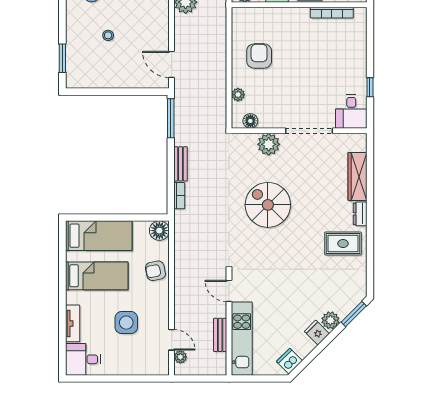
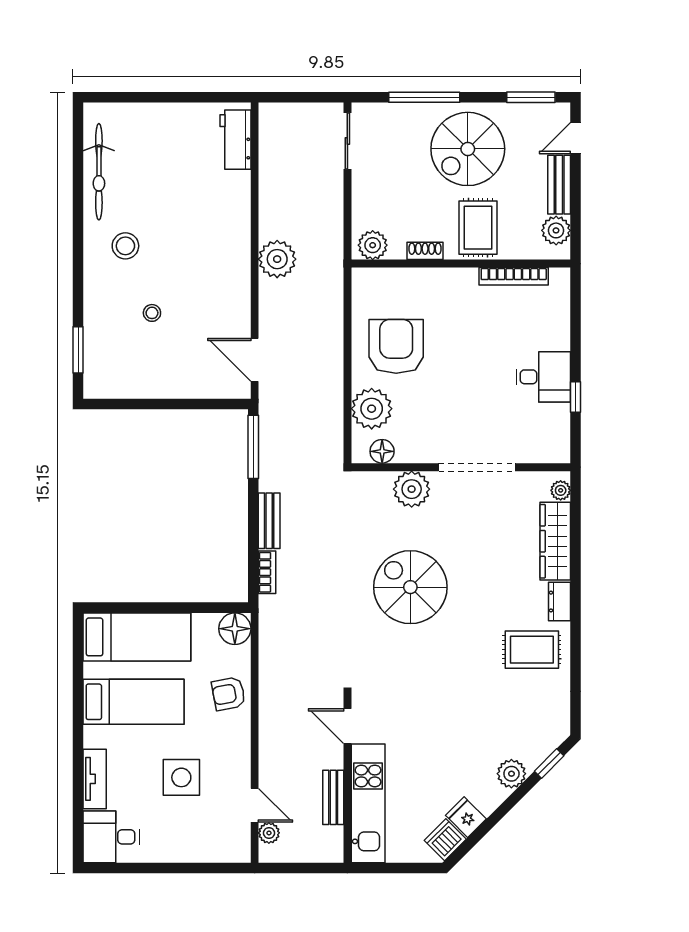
armchair: (259, 56) -> (396, 346), width x1.36, depth x1.36
plant: (238, 95) -> (372, 409), width x1.88, depth x1.88
desk: (351, 112) -> (543, 377), moved, turned -90
plant: (361, 145) -> (561, 490), added
window: (354, 314) -> (549, 763), width x0.67
fridge: (317, 333) -> (466, 817), moved

